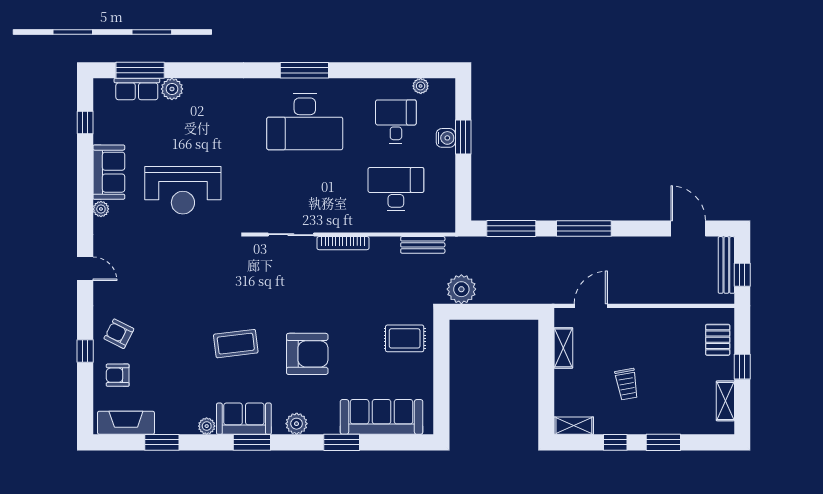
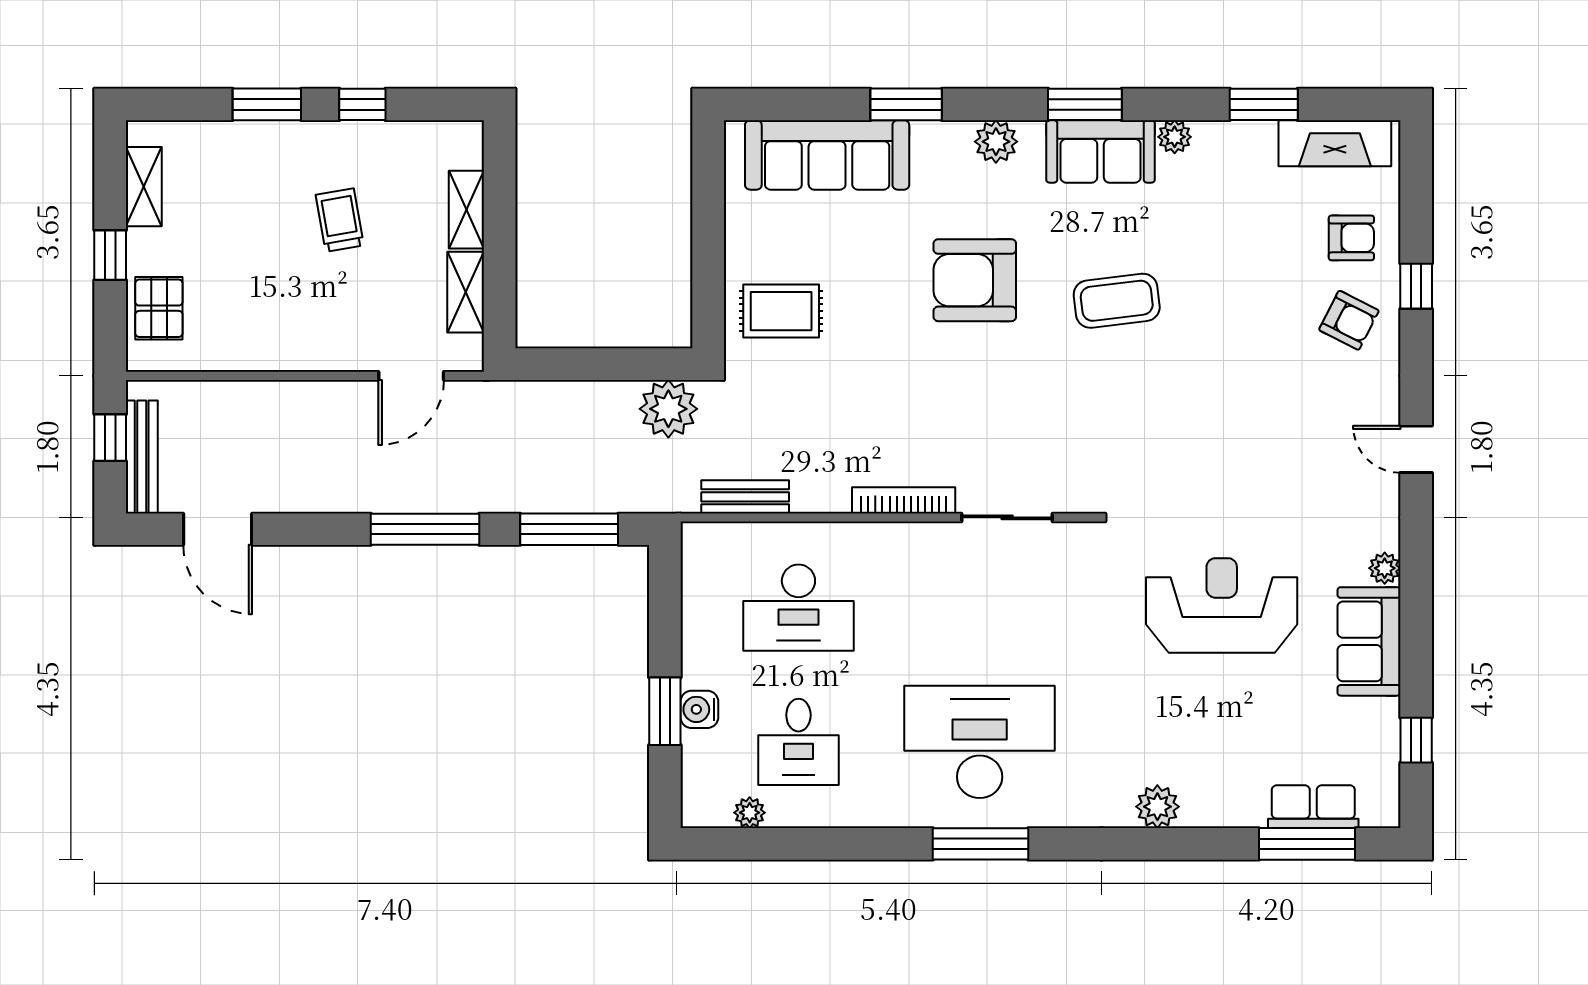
plant: (172, 89) -> (1157, 807), moved
shelving: (574, 426) -> (466, 210), moved, turned 90

